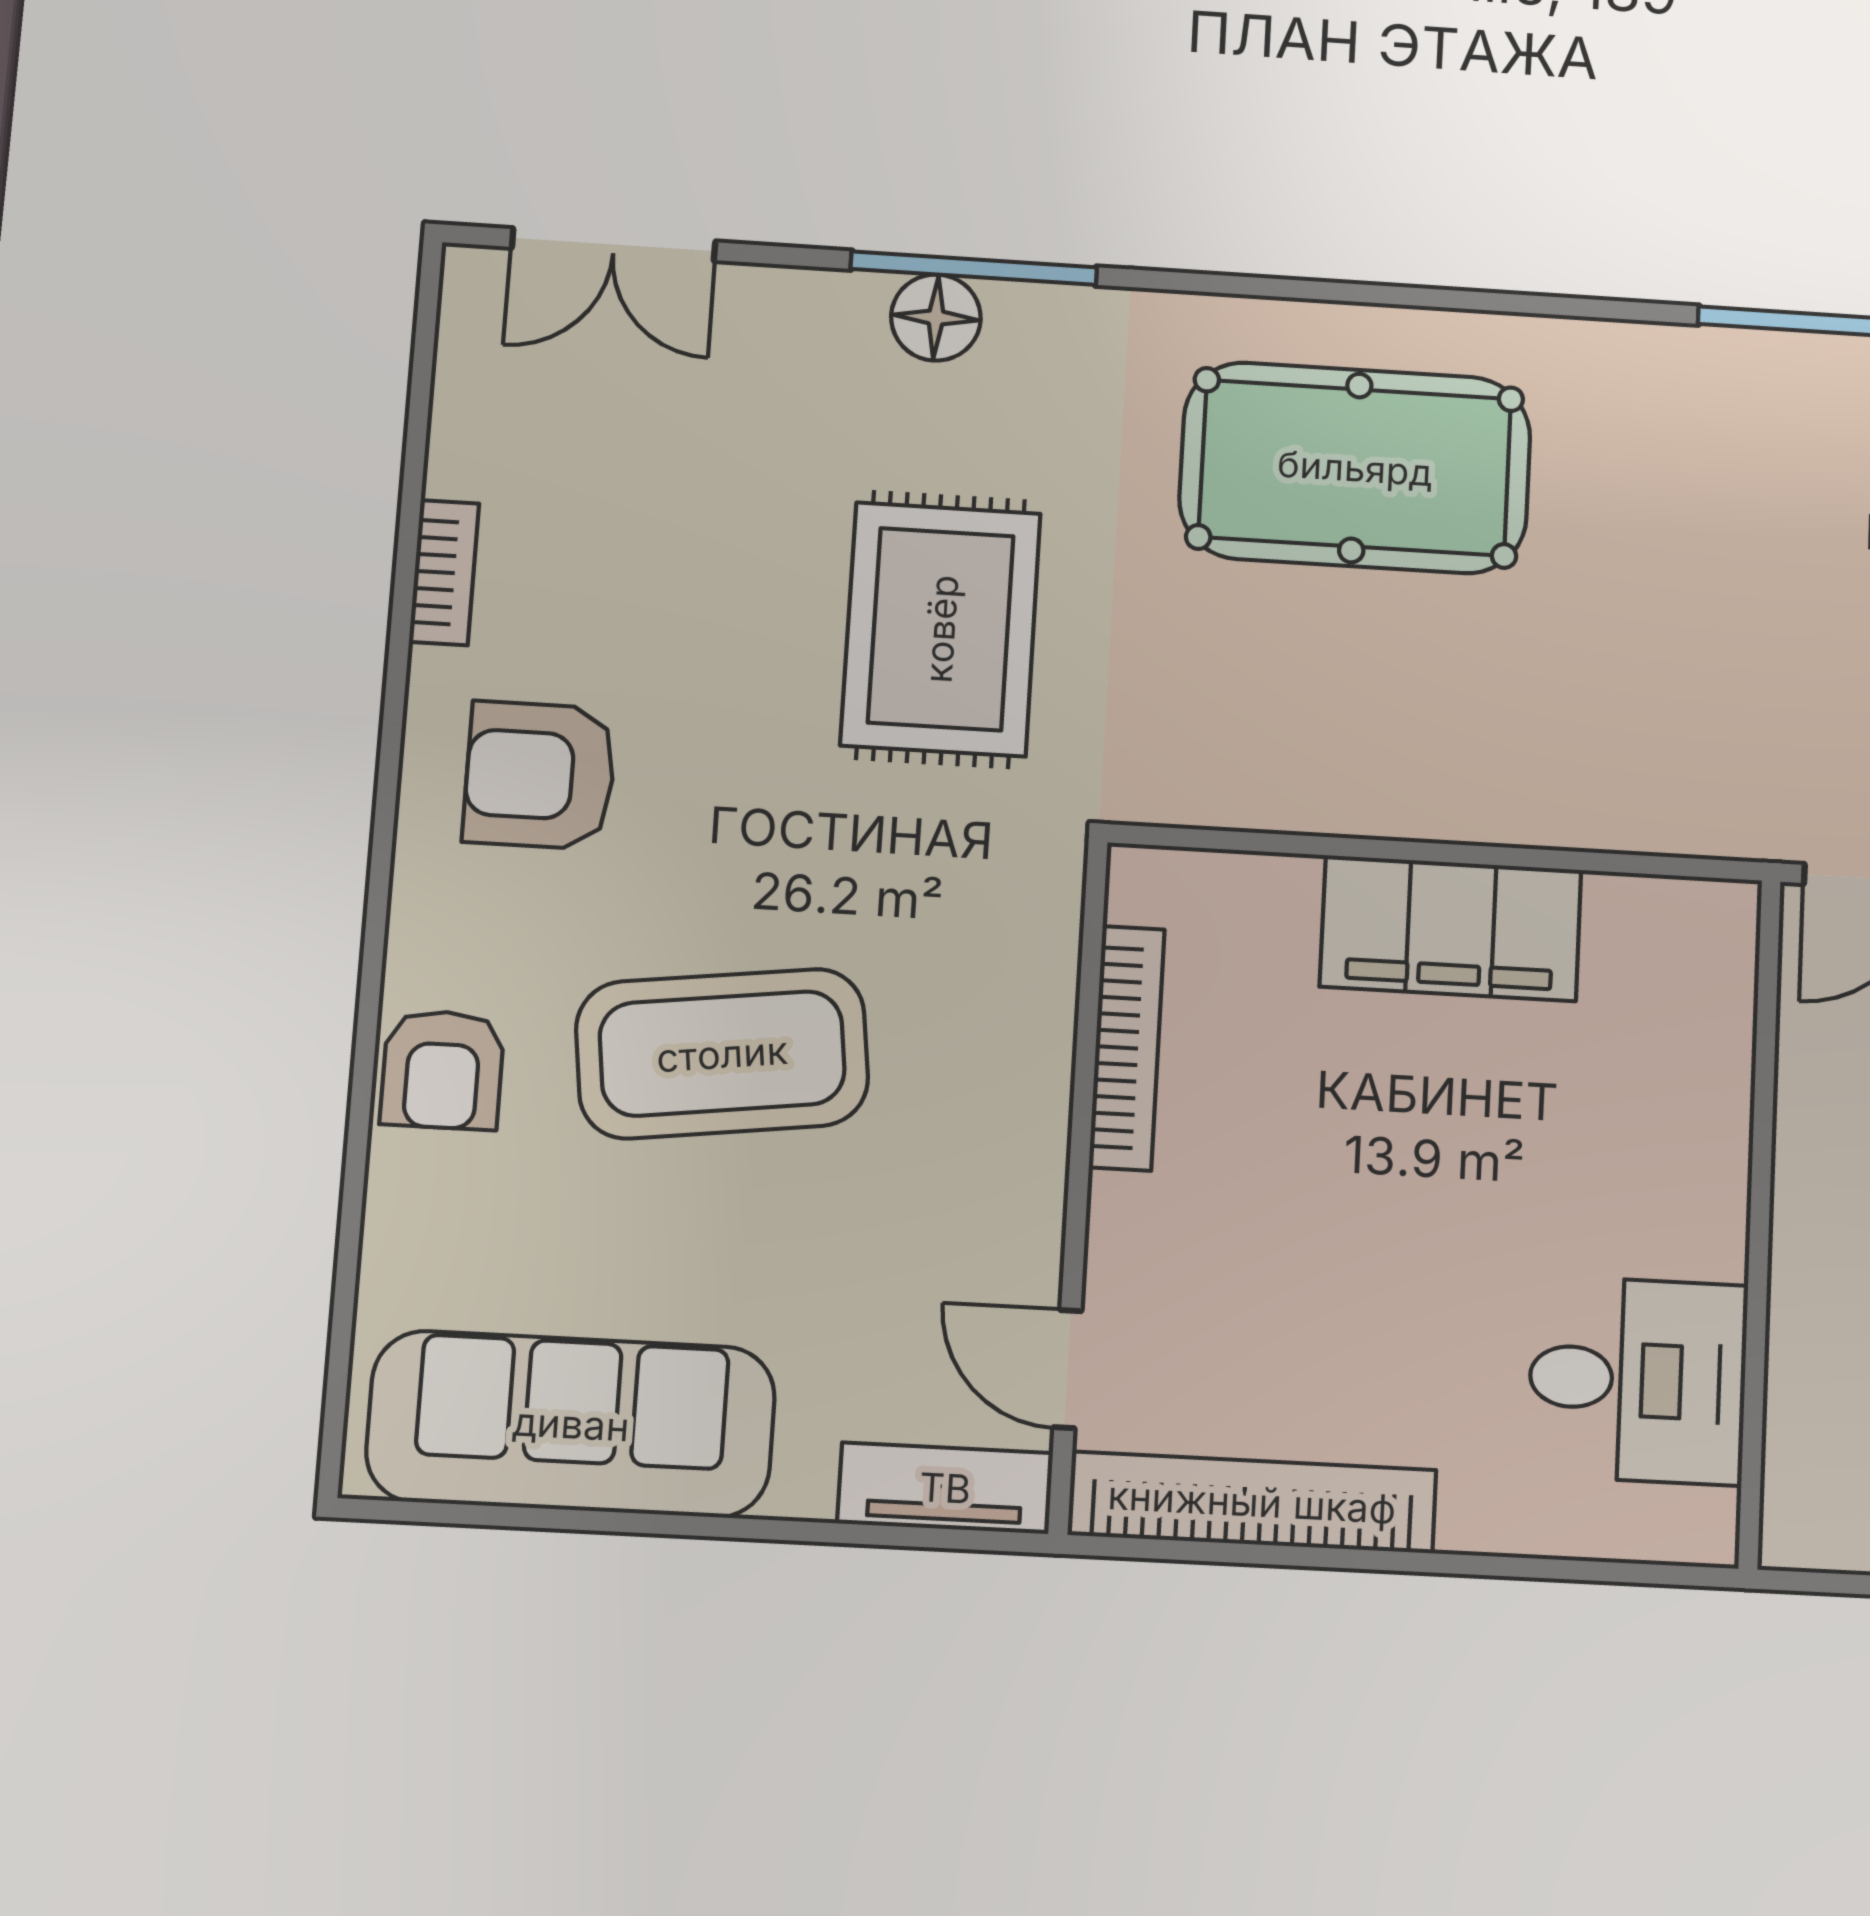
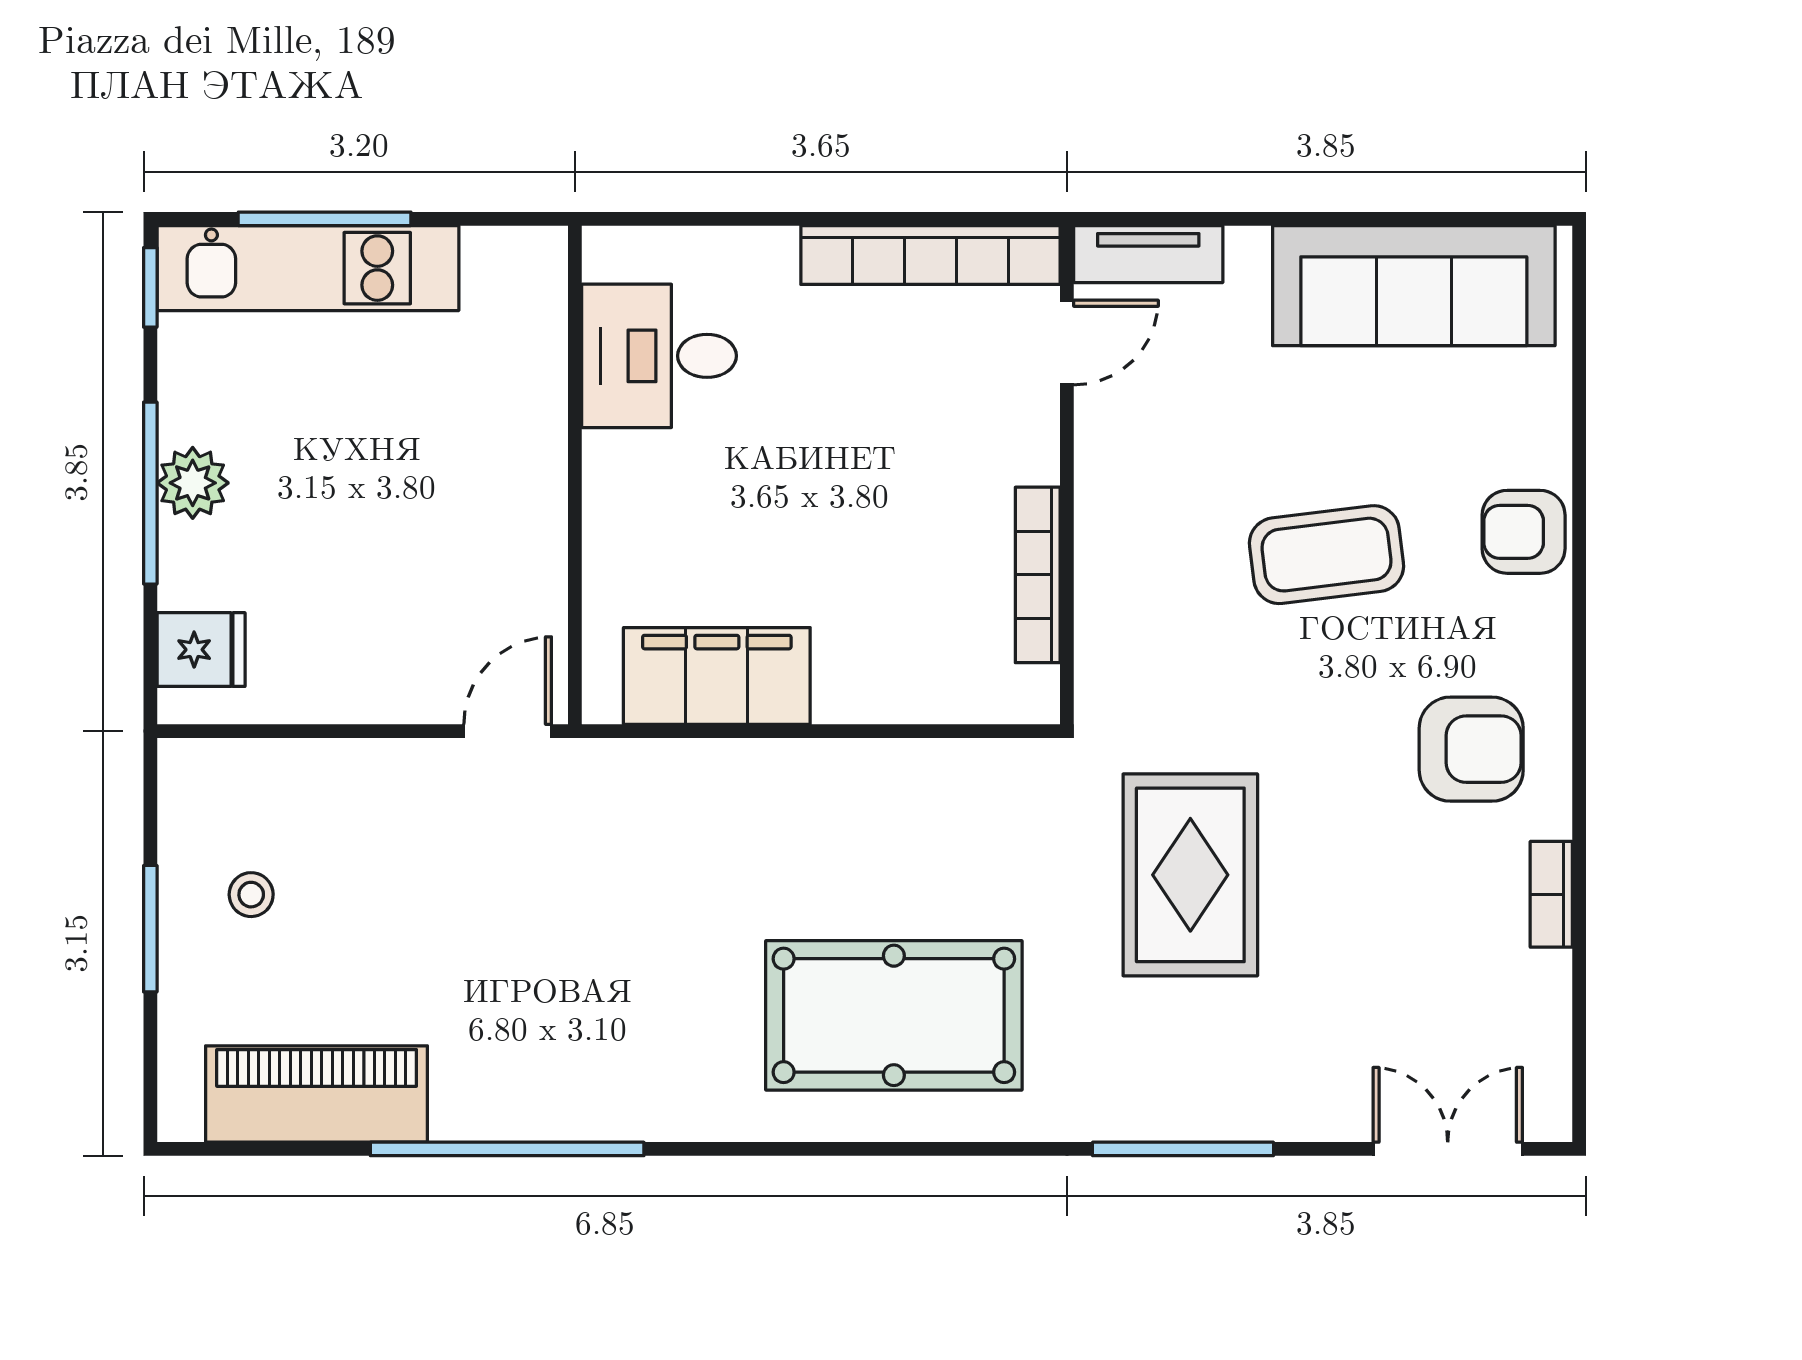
floor lamp: (936, 318) -> (1209, 1109), removed
filing cabinet: (1451, 928) -> (717, 676), moved
coffee table: (722, 1054) -> (1327, 555), width x0.73, depth x0.76
armchair: (442, 1070) -> (1524, 532), turned -90
door: (1067, 1369) -> (1067, 343), hinge flipped

